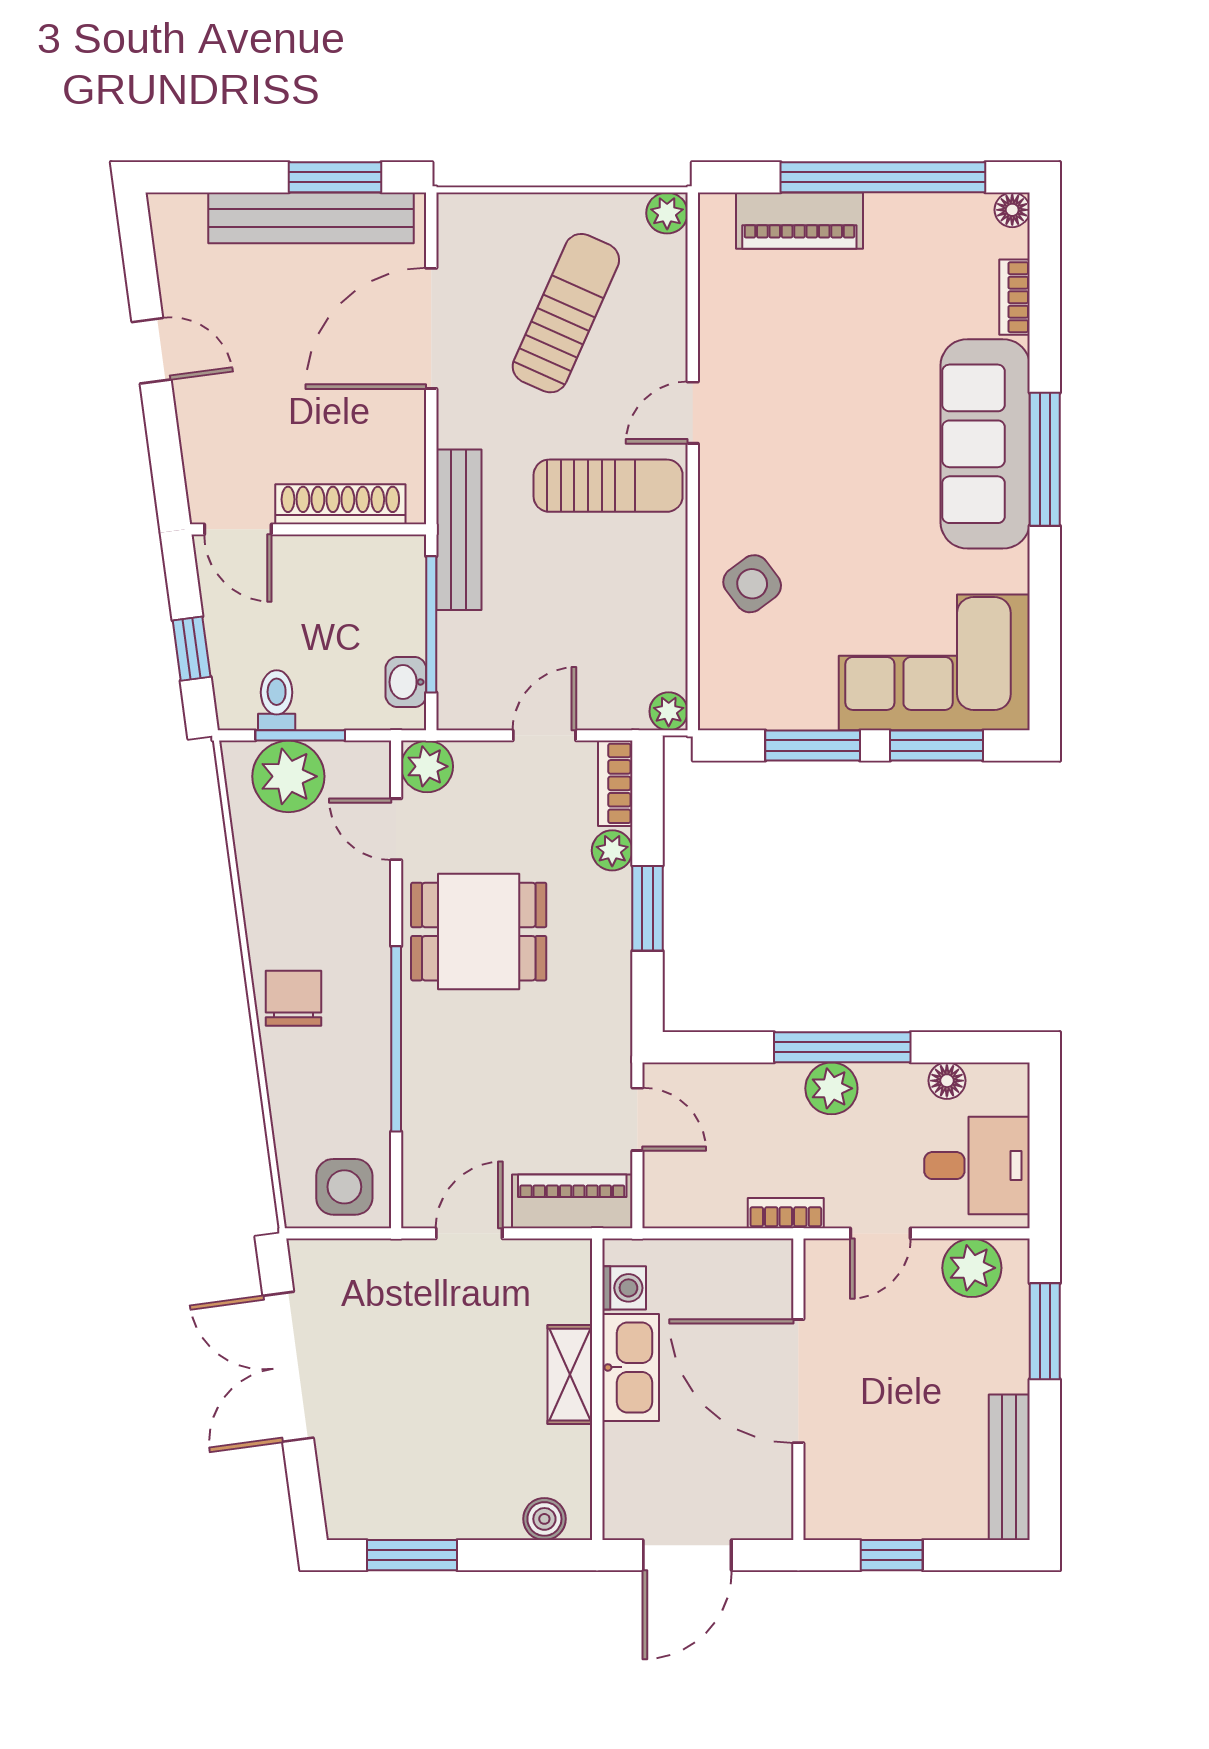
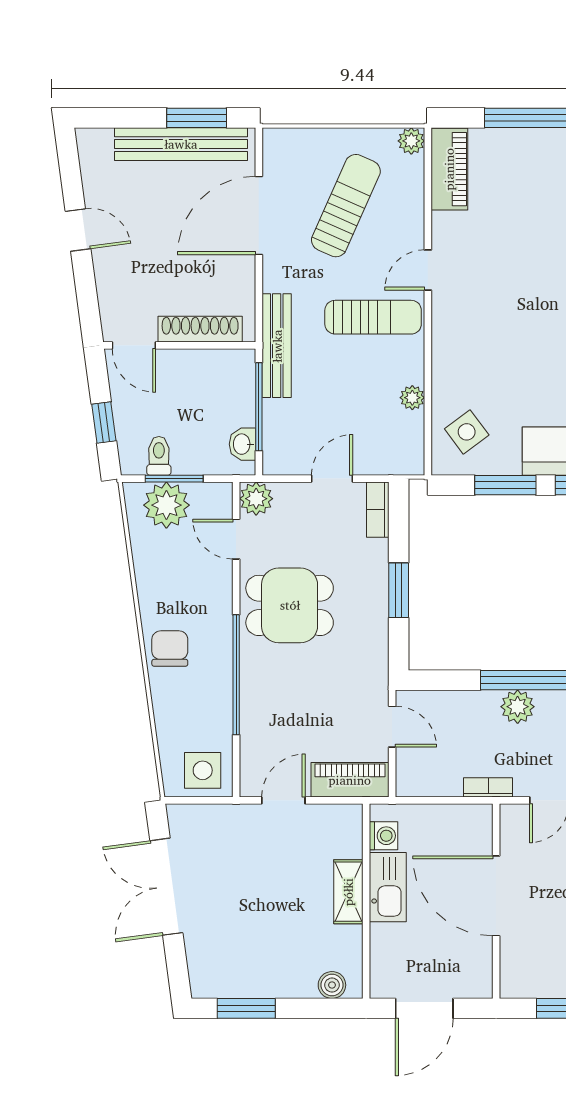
piano: (799, 221) -> (449, 169), moved, turned -90
side table: (752, 584) -> (467, 432), moved
plant: (669, 711) -> (412, 398), moved
plant: (612, 850) -> (376, 553), removed

